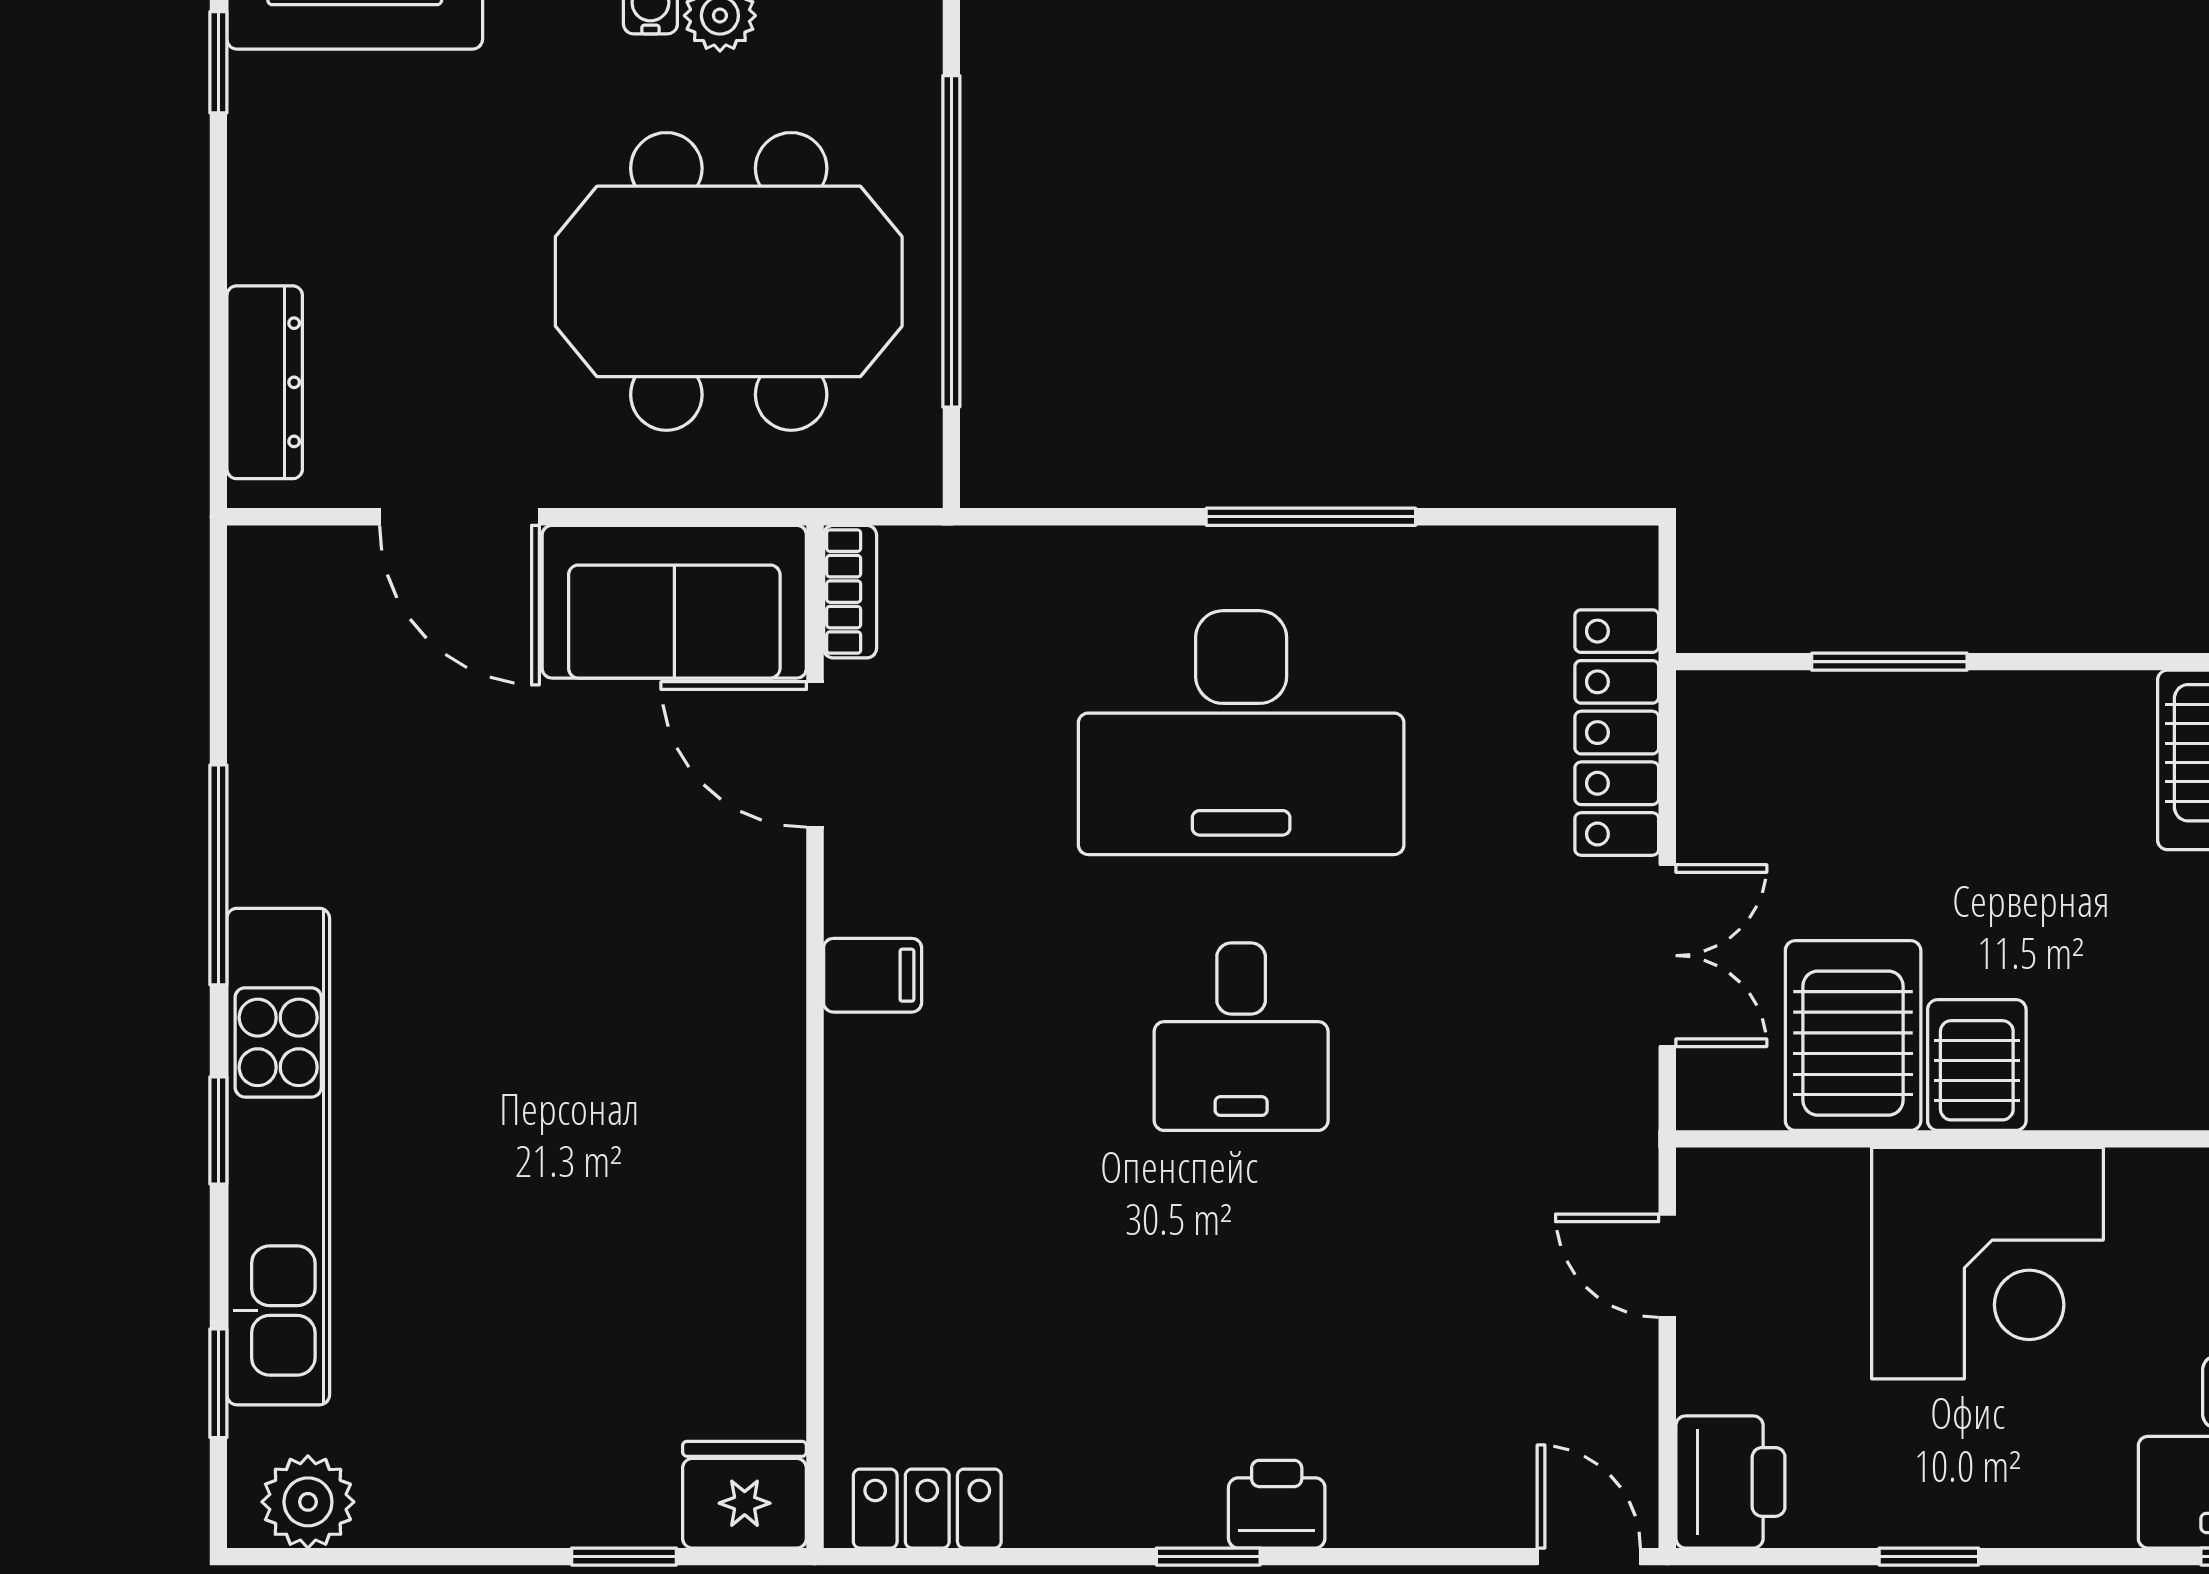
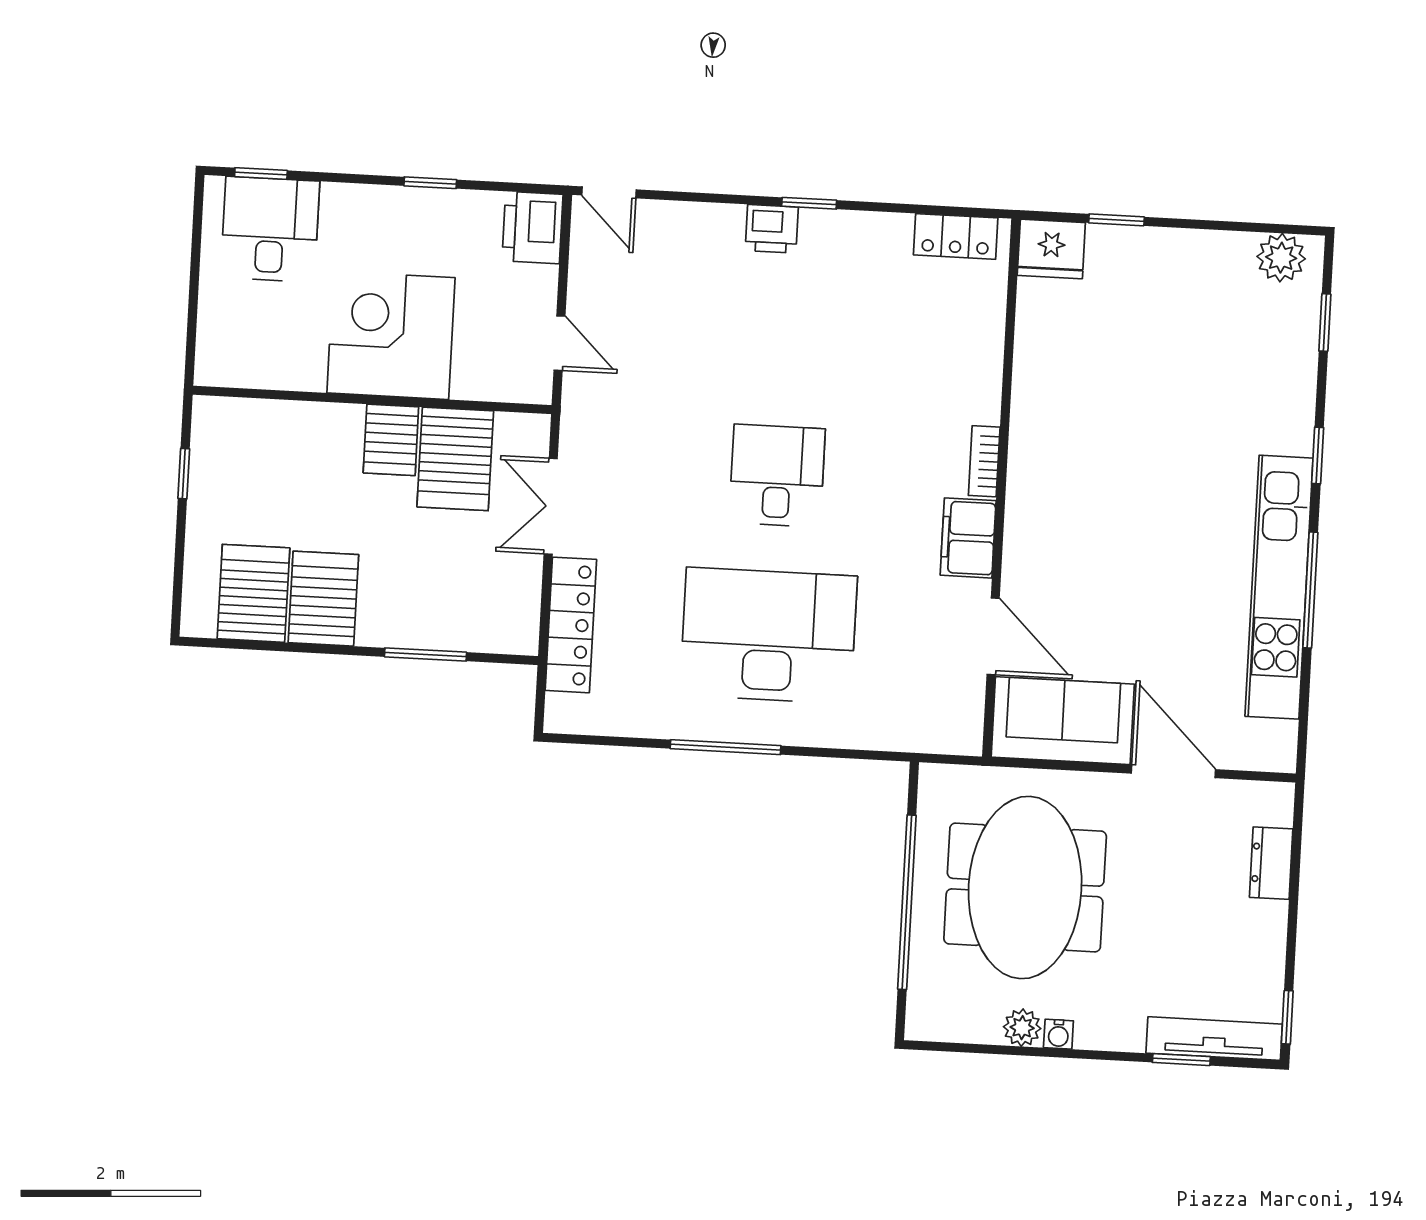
meeting table: (729, 281) -> (1025, 888), turned 90
dresser: (265, 382) -> (1271, 863), width x0.70
bookcase: (850, 592) -> (984, 461), moved
server rack: (2089, 757) -> (323, 599), added
filing cabinet: (873, 975) -> (968, 538), width x2.00
kitchen unit: (278, 1157) -> (1279, 587), moved

